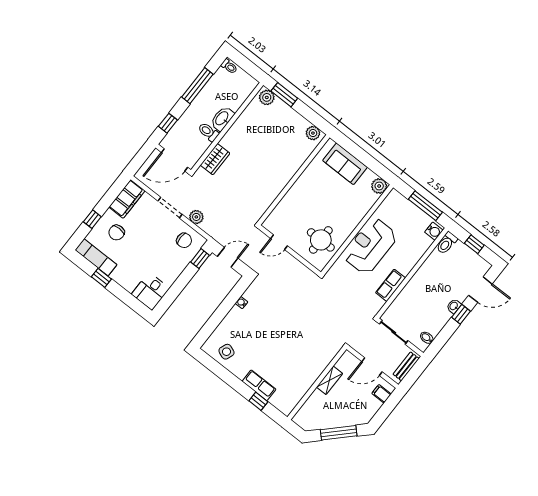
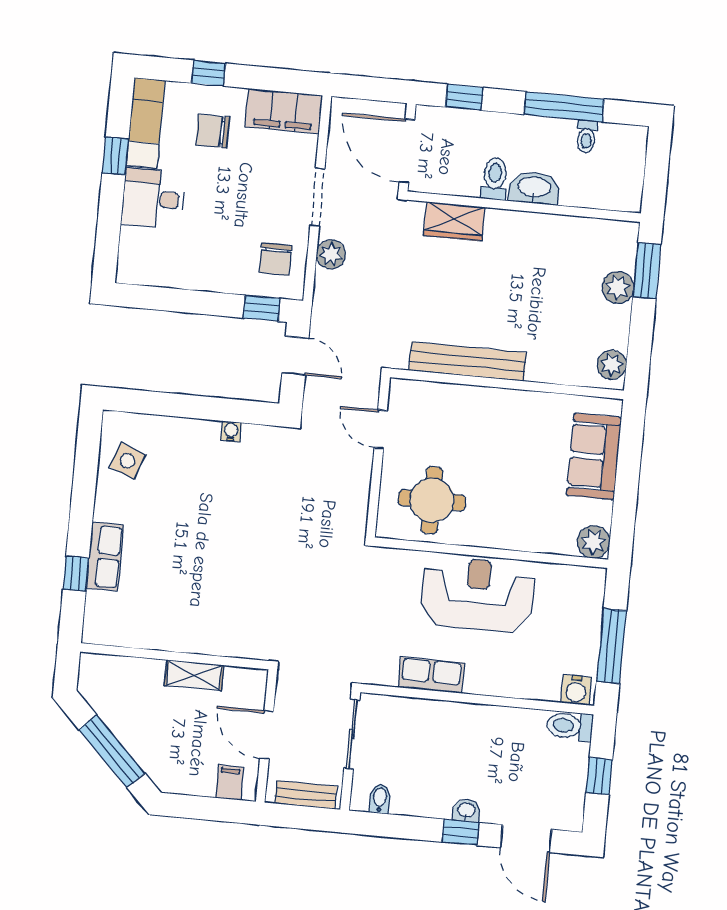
toilet: (229, 66) -> (586, 137), moved
plant: (267, 97) -> (618, 287), moved
bench: (274, 190) -> (468, 361), added
desk: (150, 291) -> (153, 198), moved

